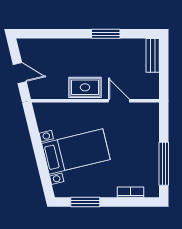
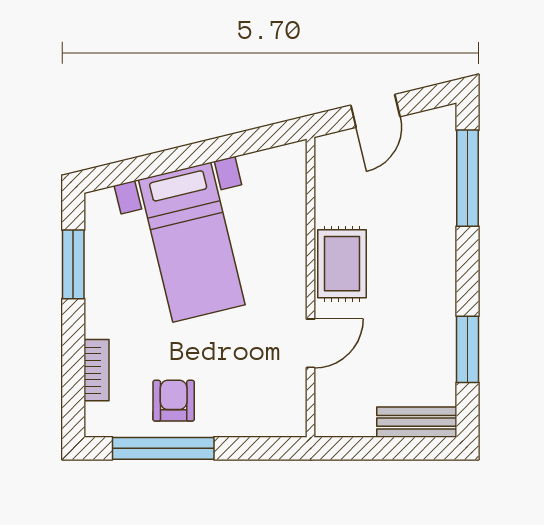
window: (48, 34) -> (467, 178), added
window: (106, 34) -> (467, 349), moved
armchair: (143, 159) -> (174, 401), added

